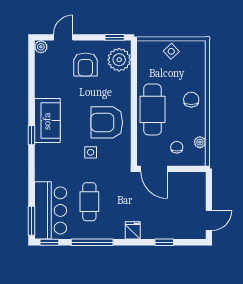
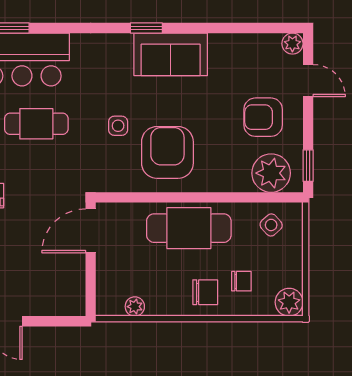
plant: (197, 49) -> (289, 302), added
side table: (171, 51) -> (271, 225), moved
chair: (177, 147) -> (241, 281), moved

